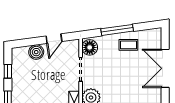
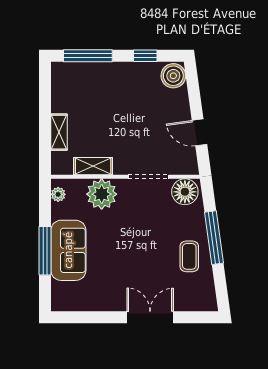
boiler: (36, 52) -> (173, 76), moved
double door: (165, 68) -> (150, 317), width x0.73

